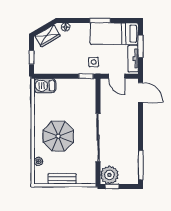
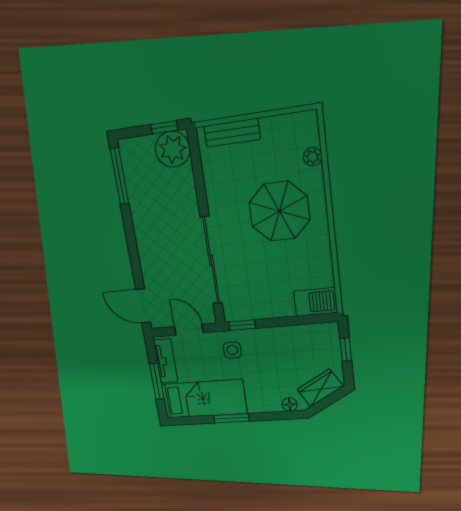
sliding door: (98, 138) -> (211, 260), moved
bench: (62, 179) -> (232, 133), moved

